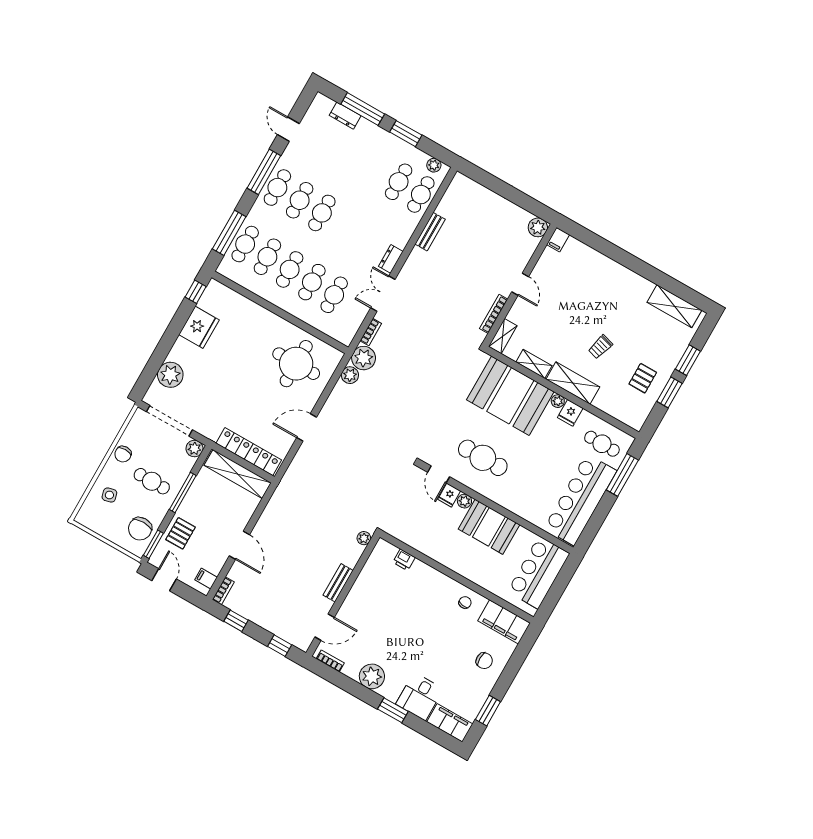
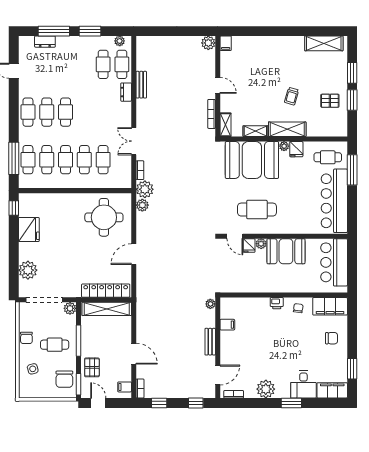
window: (264, 172) -> (14, 107), removed
dresser: (391, 259) -> (126, 92), moved
pallet: (643, 378) -> (330, 101), turned 90
printer: (404, 560) -> (277, 303), moved
filing cabinet: (370, 574) -> (227, 325), added

